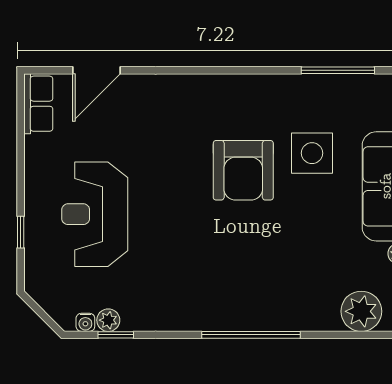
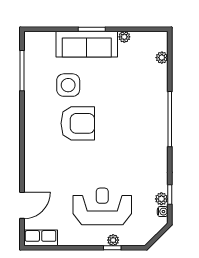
door: (97, 70) -> (22, 205), hinge flipped
reception desk: (95, 214) -> (102, 206), turned 180
plant: (34, 234) -> (113, 240), added
plant: (361, 311) -> (162, 58), width x0.53, depth x0.53

